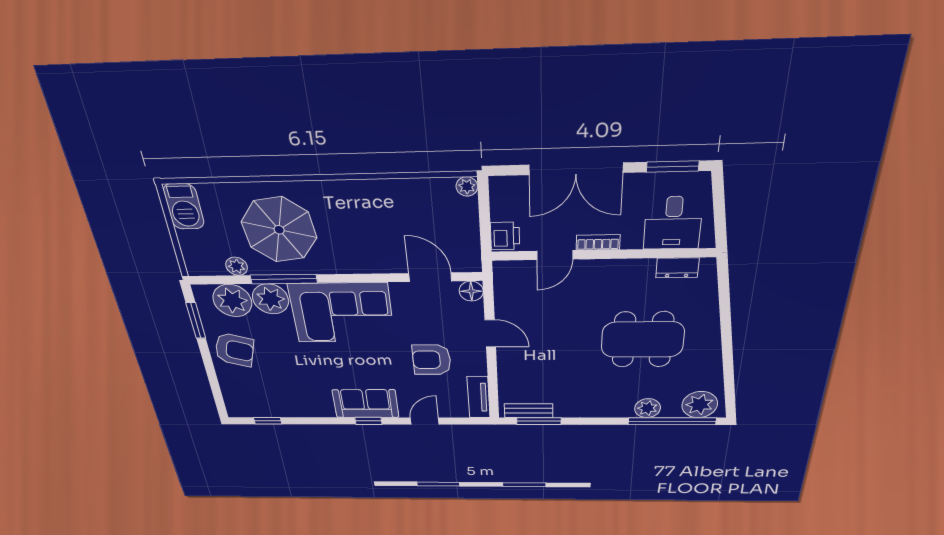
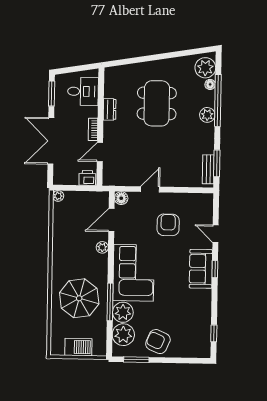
double door: (576, 169) -> (51, 141), swing flipped
barbecue: (184, 206) -> (78, 347), moved
door: (555, 255) -> (100, 152), swing flipped
plant: (237, 266) -> (102, 247), moved
dresser: (677, 268) -> (110, 109), moved
armchair: (235, 350) -> (158, 342), turned -82
armchair: (432, 360) -> (168, 225), turned 180
tv unit: (479, 397) -> (197, 199), removed
plant: (648, 408) -> (207, 115), moved
floor lamp: (671, 411) -> (210, 84), added
window: (672, 421) -> (218, 100), moved

